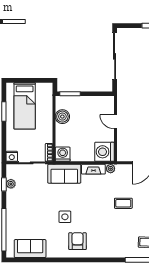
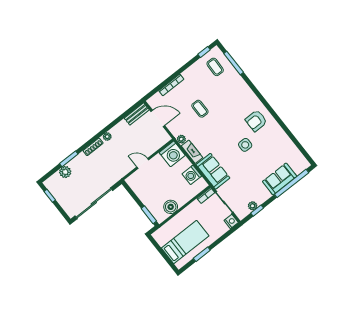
door: (115, 122) -> (143, 163), swing flipped
washing machine: (63, 154) -> (192, 175), moved
sofa: (30, 249) -> (280, 179), moved, turned 90

